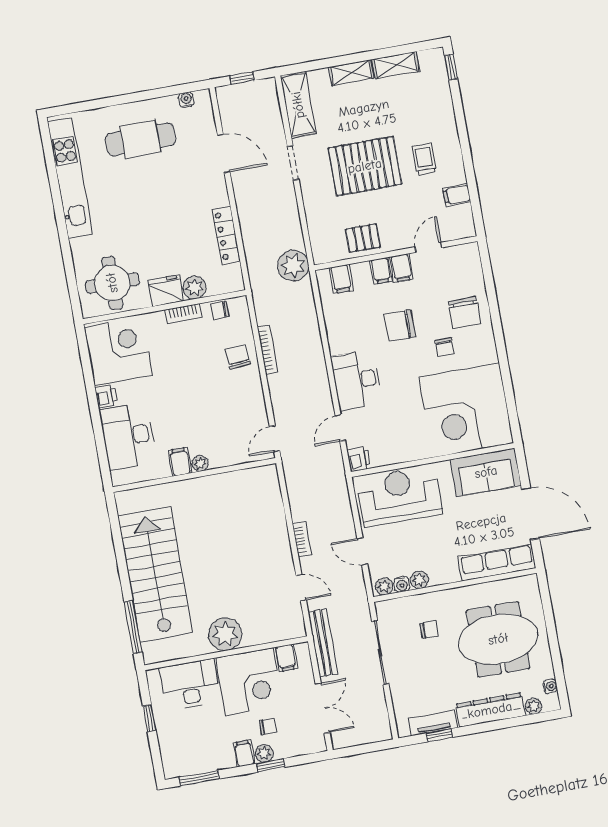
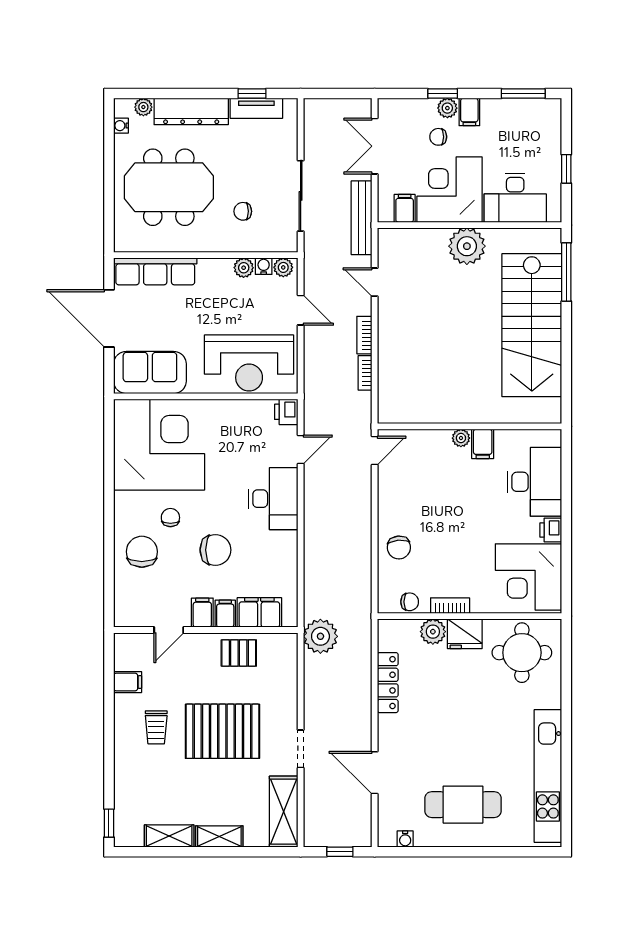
filing cabinet: (341, 279) -> (259, 612), width x2.00
bookcase: (268, 350) -> (365, 373), moved, width x0.64

